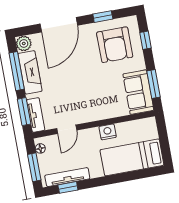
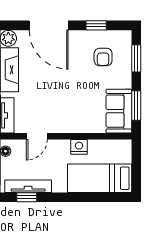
door: (59, 25) -> (49, 25), hinge flipped
window: (146, 40) -> (136, 58), width x1.50
armchair: (115, 45) -> (103, 57), width x0.53, depth x0.53

